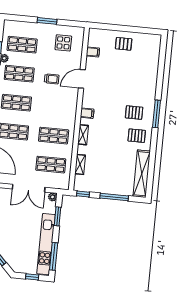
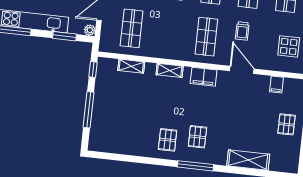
filing cabinet: (87, 113) -> (204, 77), width x2.00
shop shelf: (54, 136) -> (206, 37), moved
shelving: (142, 174) -> (248, 160), moved, width x0.68

